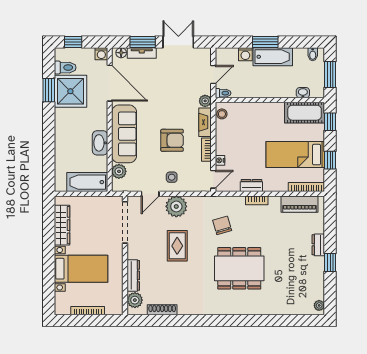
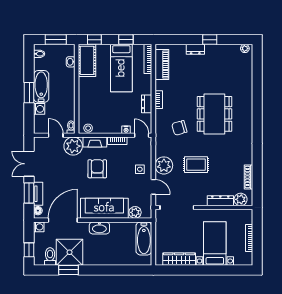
plant: (205, 101) -> (73, 146), width x1.88, depth x1.88
armchair: (172, 140) -> (97, 169), moved
washbasin: (100, 143) -> (99, 228), moved

